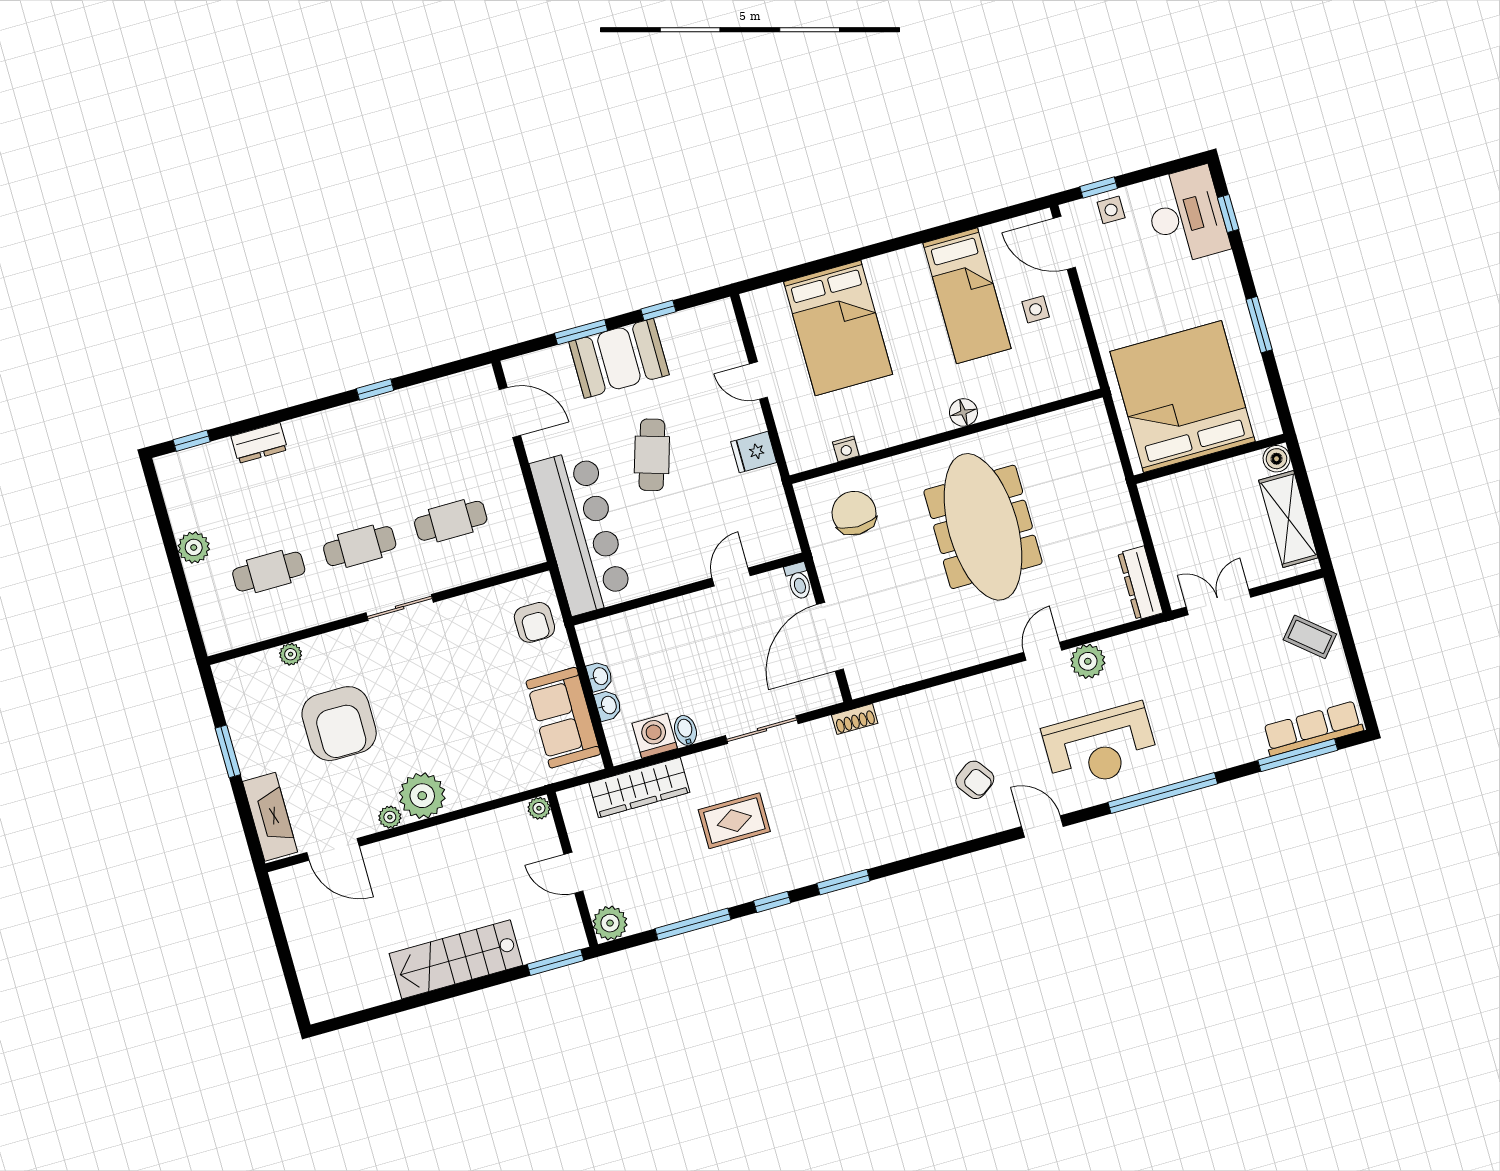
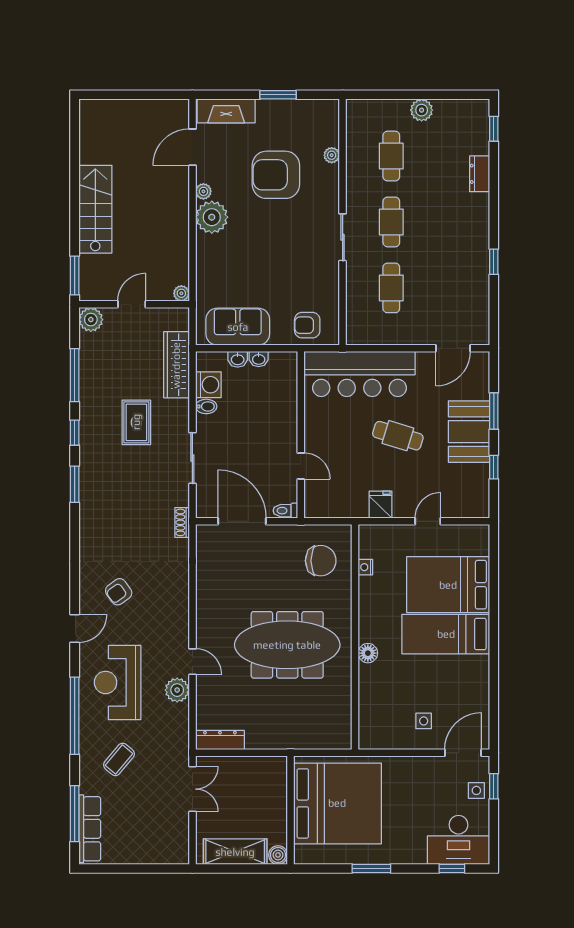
bed: (967, 296) -> (446, 634), moved
coffee table: (1310, 637) -> (119, 759), moved

